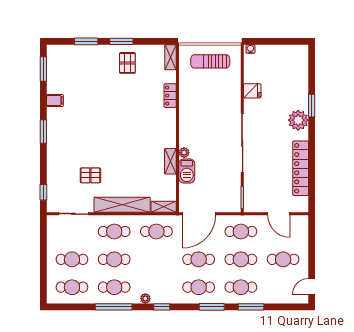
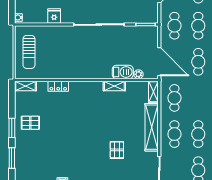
plant: (184, 153) -> (139, 74), moved
pallet: (90, 175) -> (117, 150), moved

